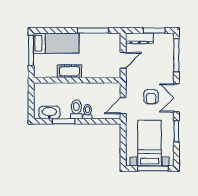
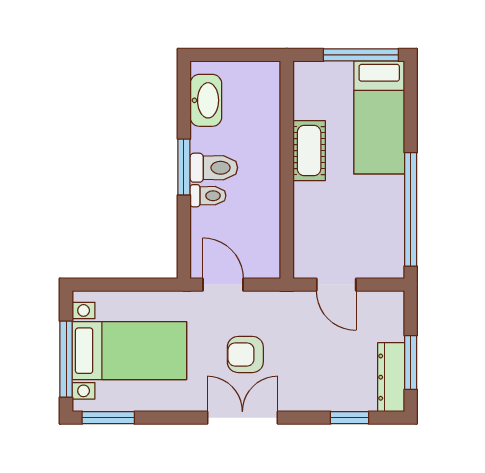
window: (93, 31) -> (411, 209), width x1.46
dresser: (139, 38) -> (391, 377), moved
window: (176, 55) -> (349, 418), width x0.46
window: (64, 121) -> (184, 167), moved
window: (176, 131) -> (108, 418), moved

